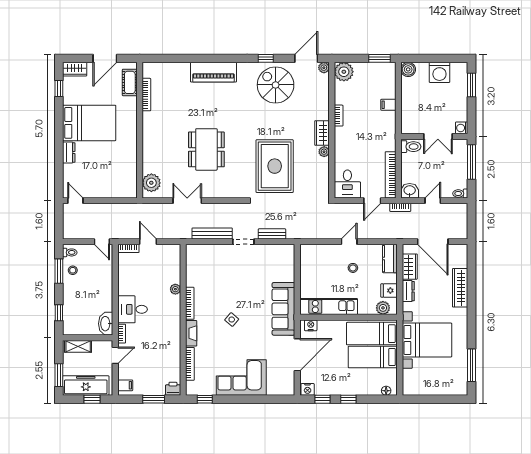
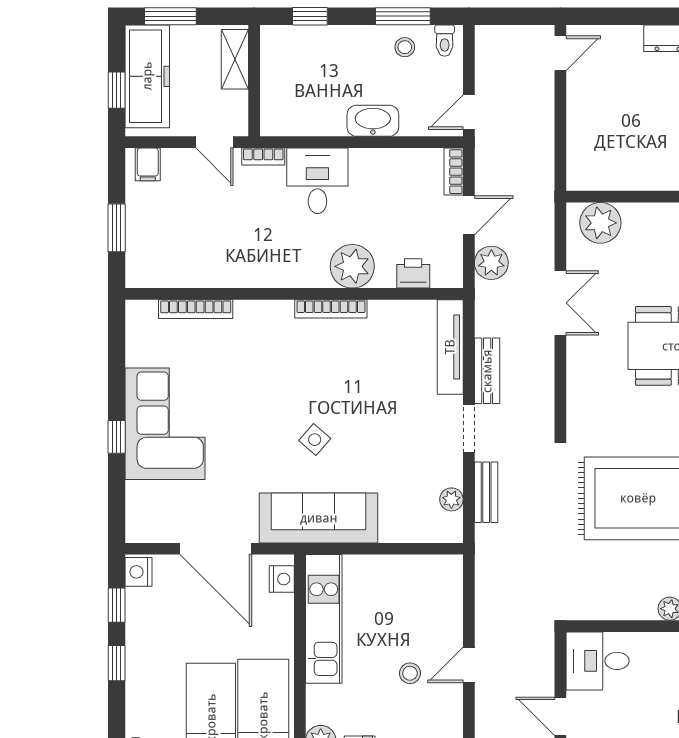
plant: (169, 232) -> (491, 263), added
bench: (212, 233) -> (487, 371), width x0.73
door: (349, 242) -> (469, 665), swing flipped
plant: (275, 249) -> (451, 499), added
tv unit: (207, 250) -> (450, 347), added
plant: (175, 289) -> (352, 266), width x1.88, depth x1.88
side table: (232, 320) -> (315, 440), moved
washbasin: (106, 324) -> (373, 121), moved
fireplace: (191, 333) -> (264, 312), removed
printer: (173, 389) -> (413, 273), moved, turned -90
window: (205, 399) -> (117, 437), moved

